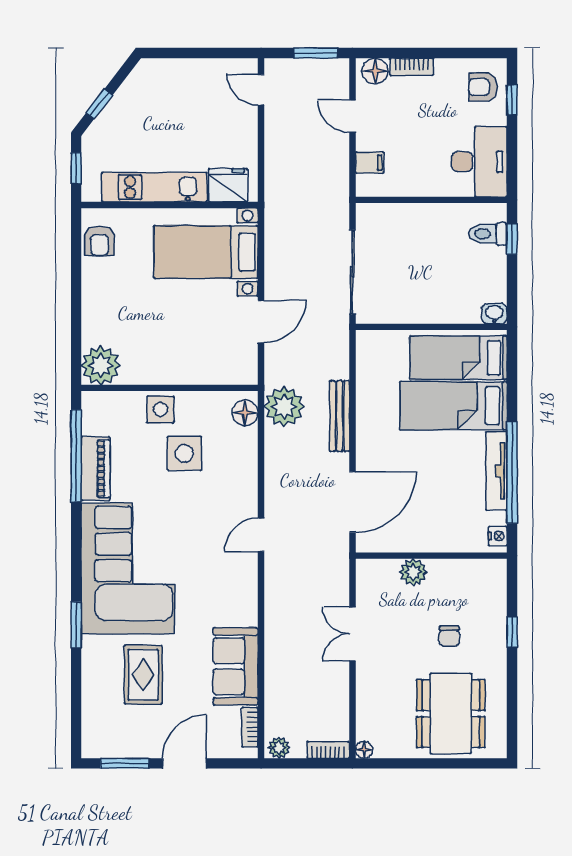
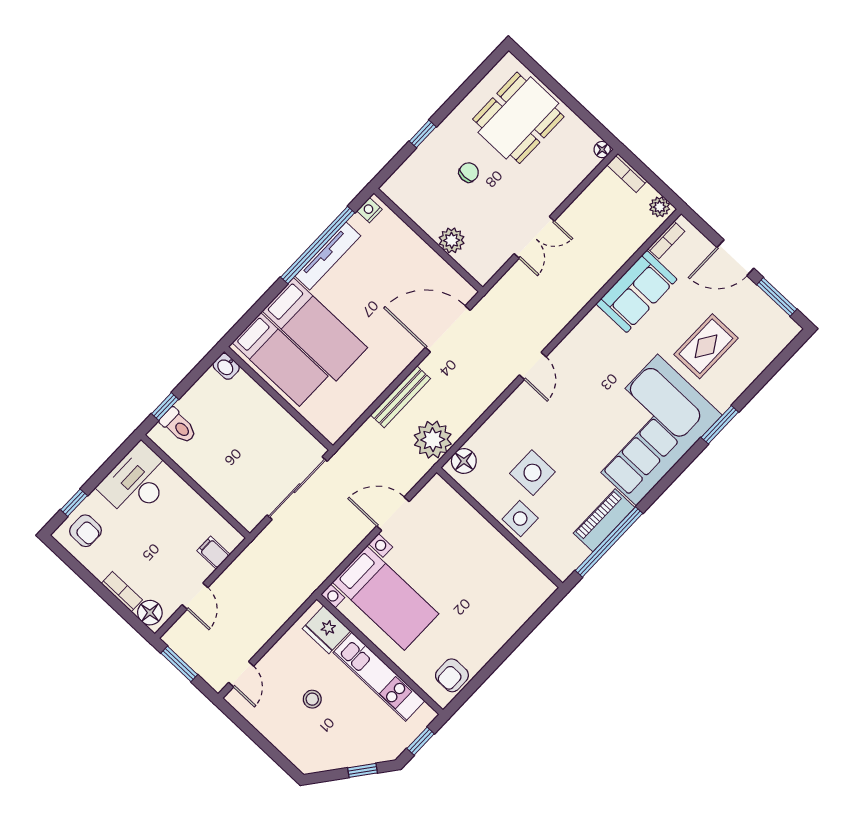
stool: (189, 122) -> (312, 699), added
armchair: (100, 241) -> (452, 675), turned 180
plant: (101, 365) -> (533, 588), removed
door: (261, 535) -> (533, 366), hinge flipped

